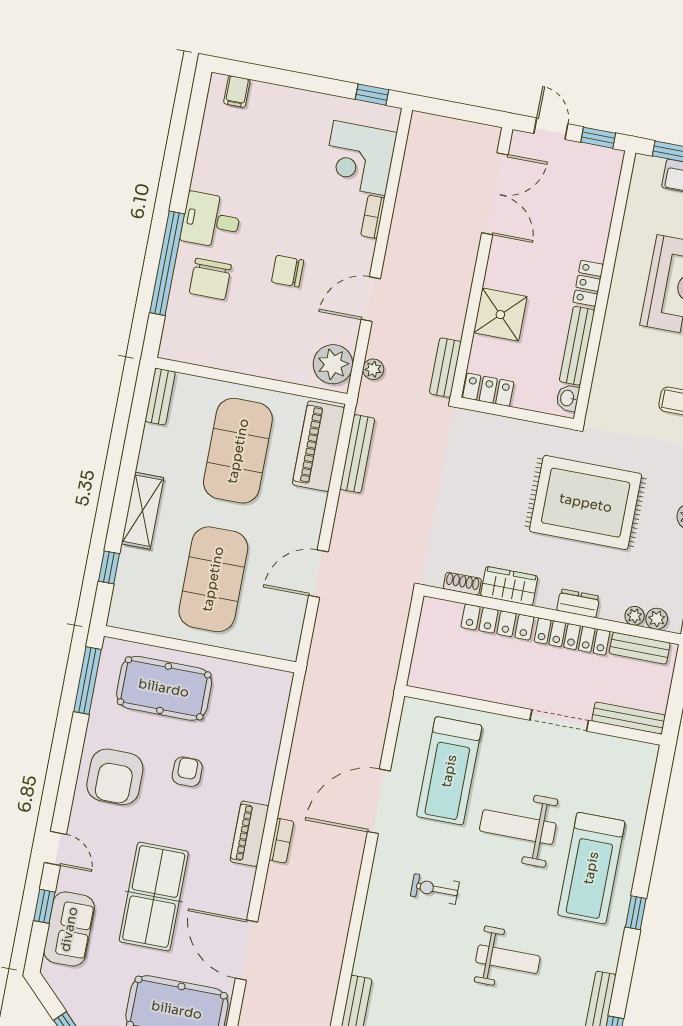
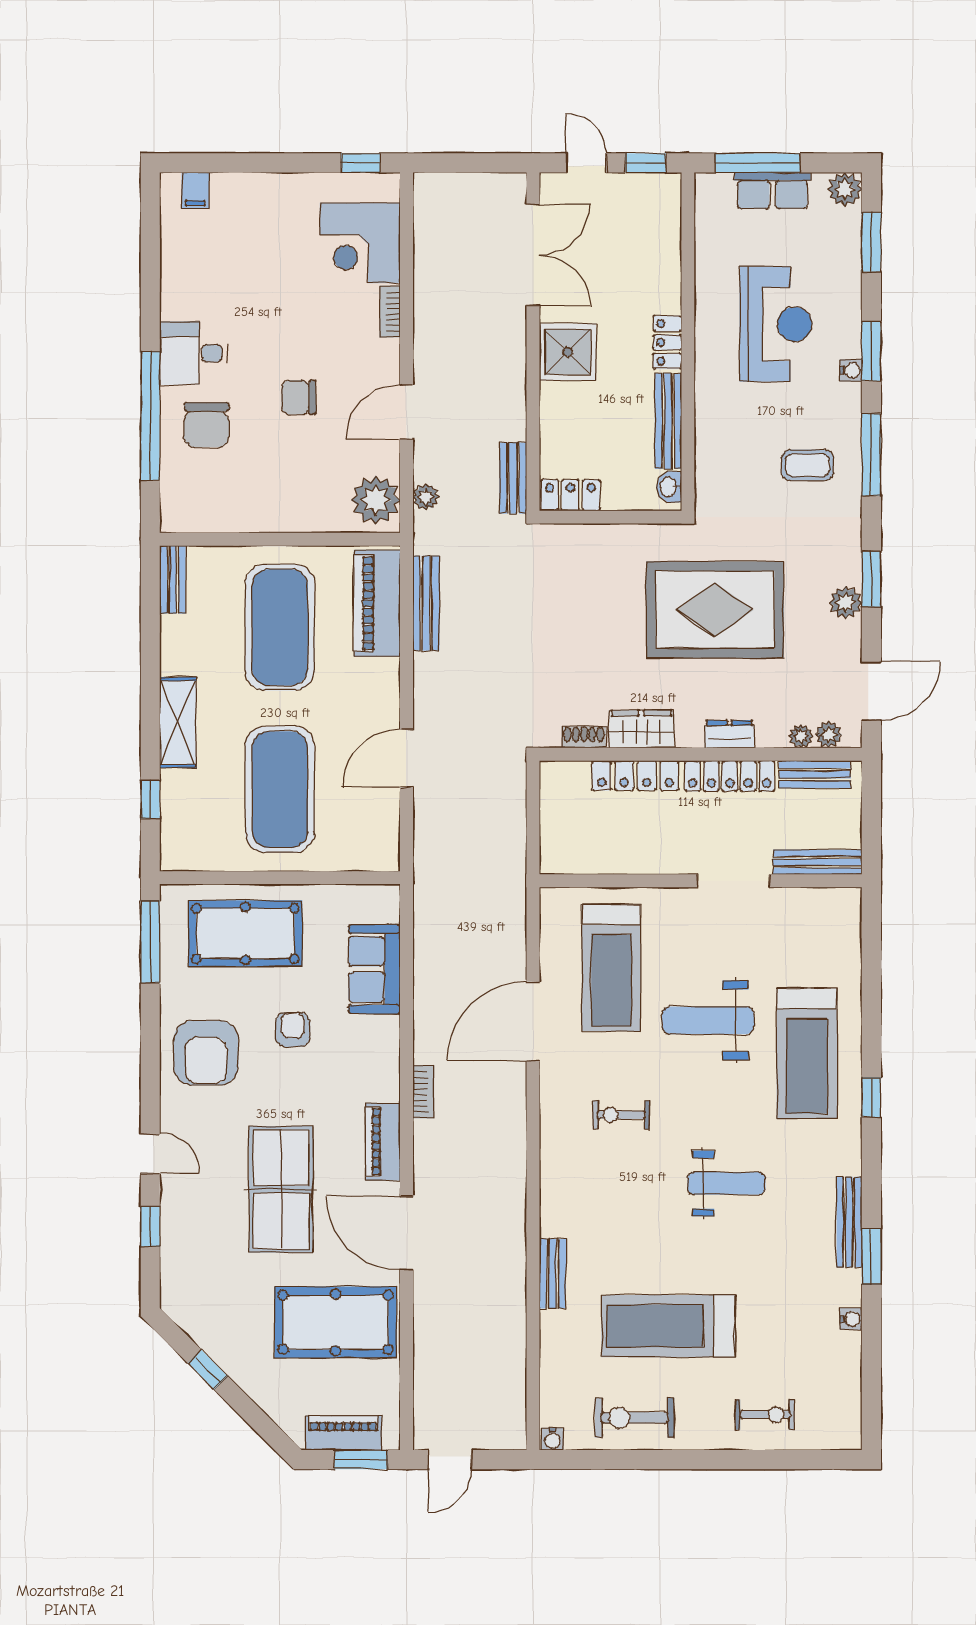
shower: (500, 315) -> (568, 352), moved
piano: (249, 834) -> (383, 1142), moved
sofa: (69, 929) -> (374, 969), moved, turned 180

